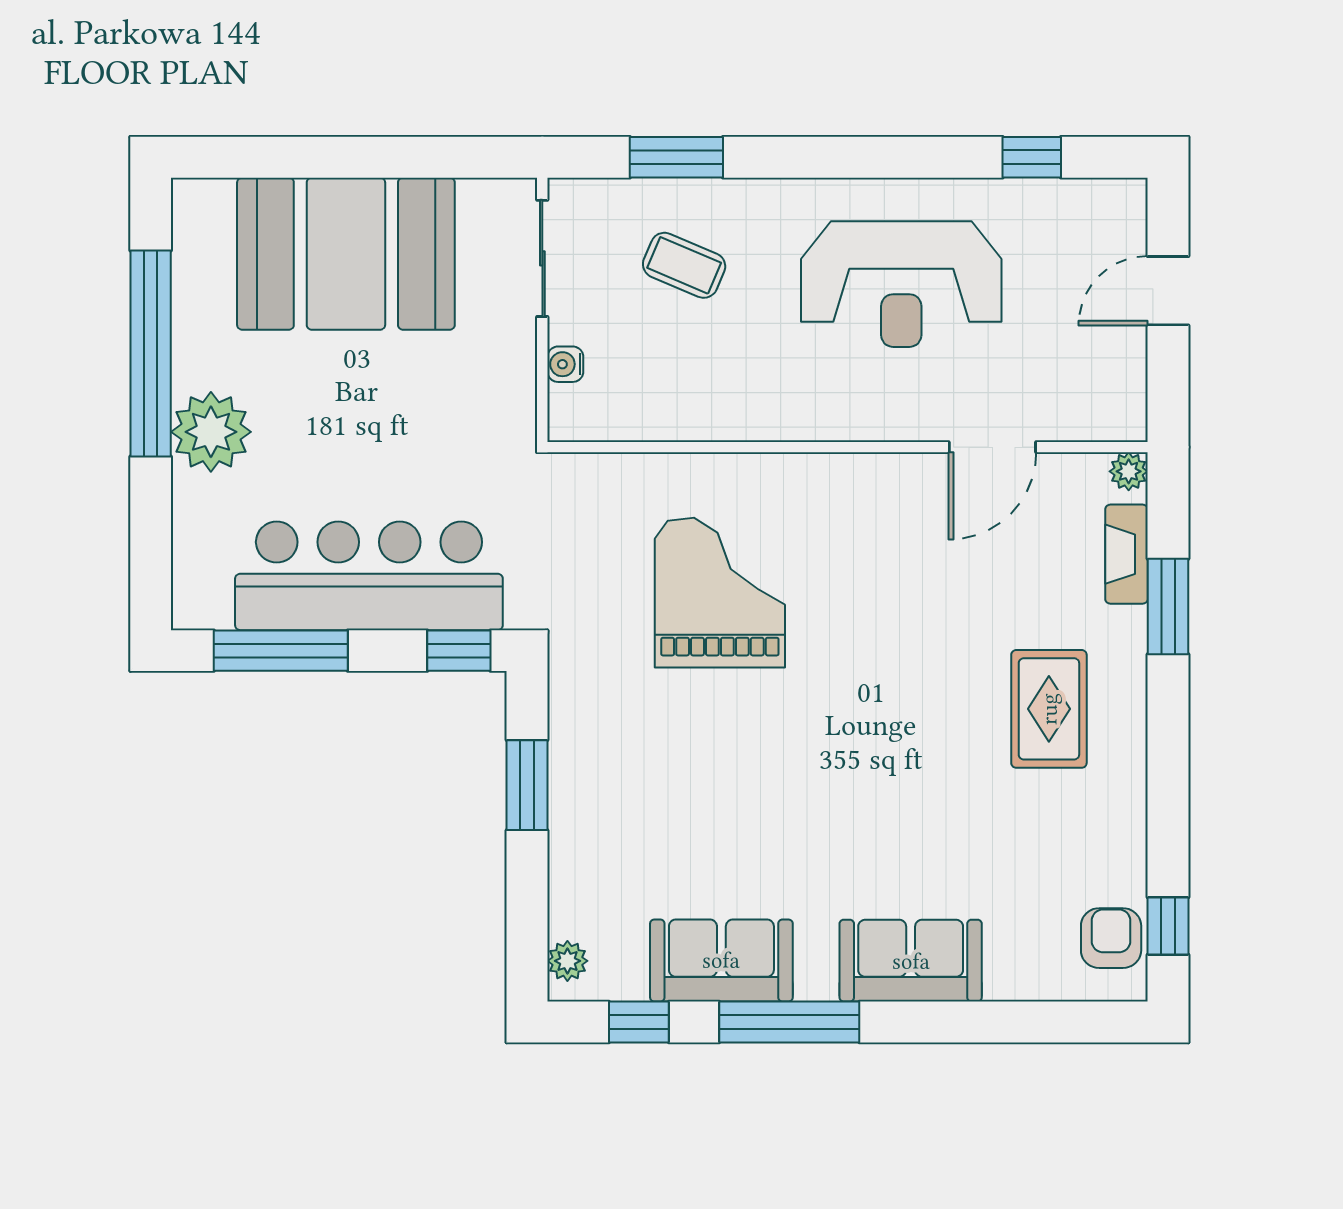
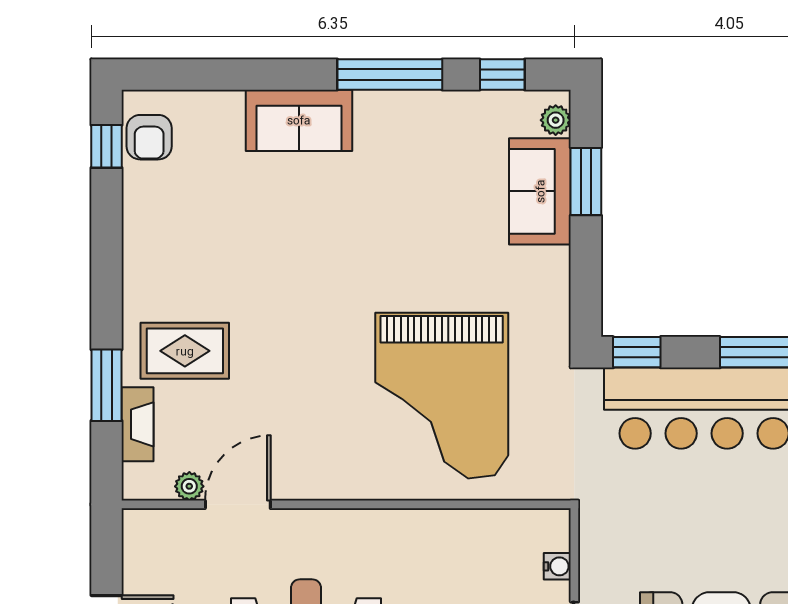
plant: (1129, 471) -> (189, 486), moved
grand piano: (720, 593) -> (442, 396), width x1.37, depth x1.48
rug: (1049, 709) -> (185, 351), moved, turned 90
window: (527, 785) -> (586, 181), moved
sofa: (721, 960) -> (540, 191), moved, turned 90

